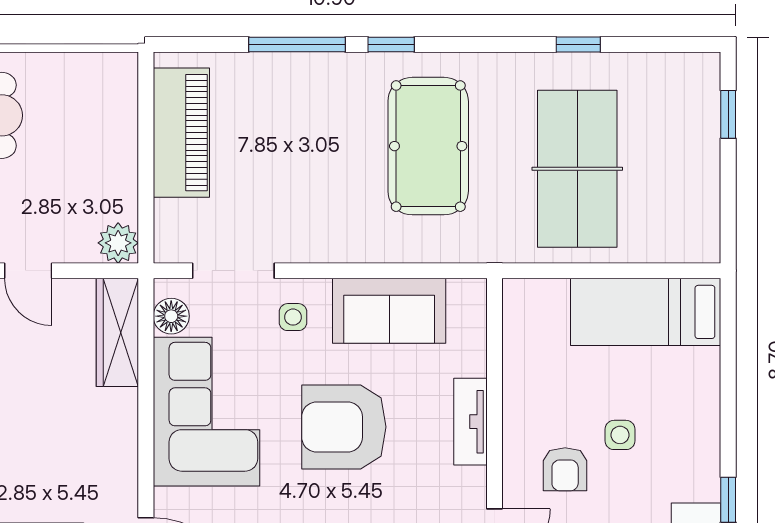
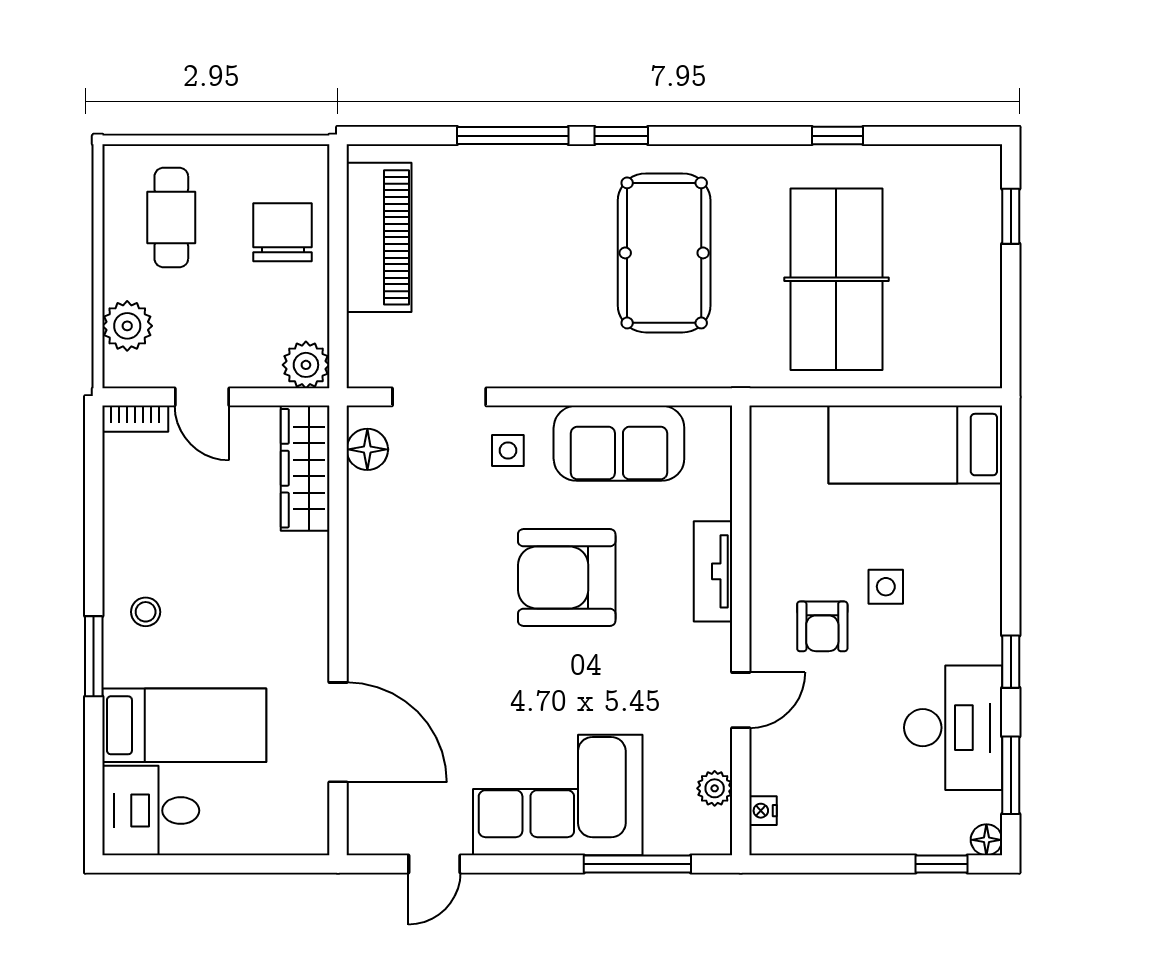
chair: (98, 128) -> (283, 232), added
corner sofa: (206, 412) -> (408, 560), removed

